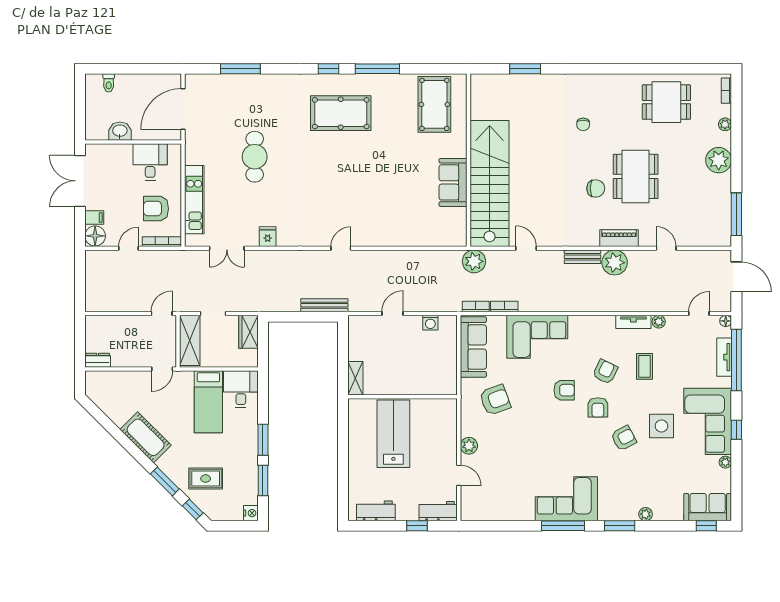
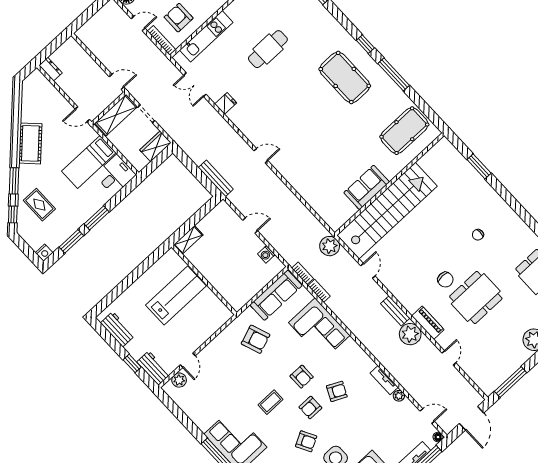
coffee table: (645, 366) -> (271, 402), moved
plant: (469, 446) -> (179, 380), moved

